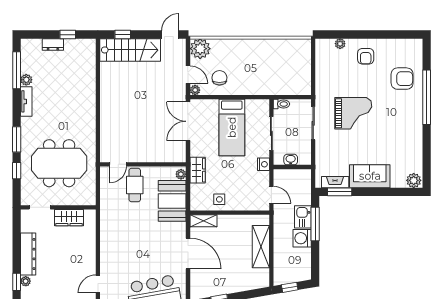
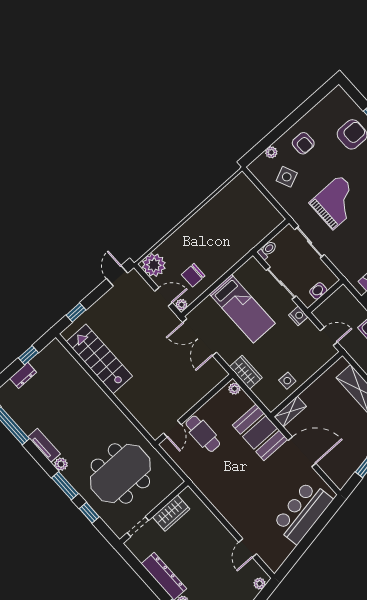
stairs: (130, 50) -> (99, 359), moved, turned -90
side table: (336, 68) -> (287, 177), added
chair: (219, 78) -> (193, 275), turned -90
plant: (26, 80) -> (61, 464), moved
booth: (172, 201) -> (260, 432), moved

